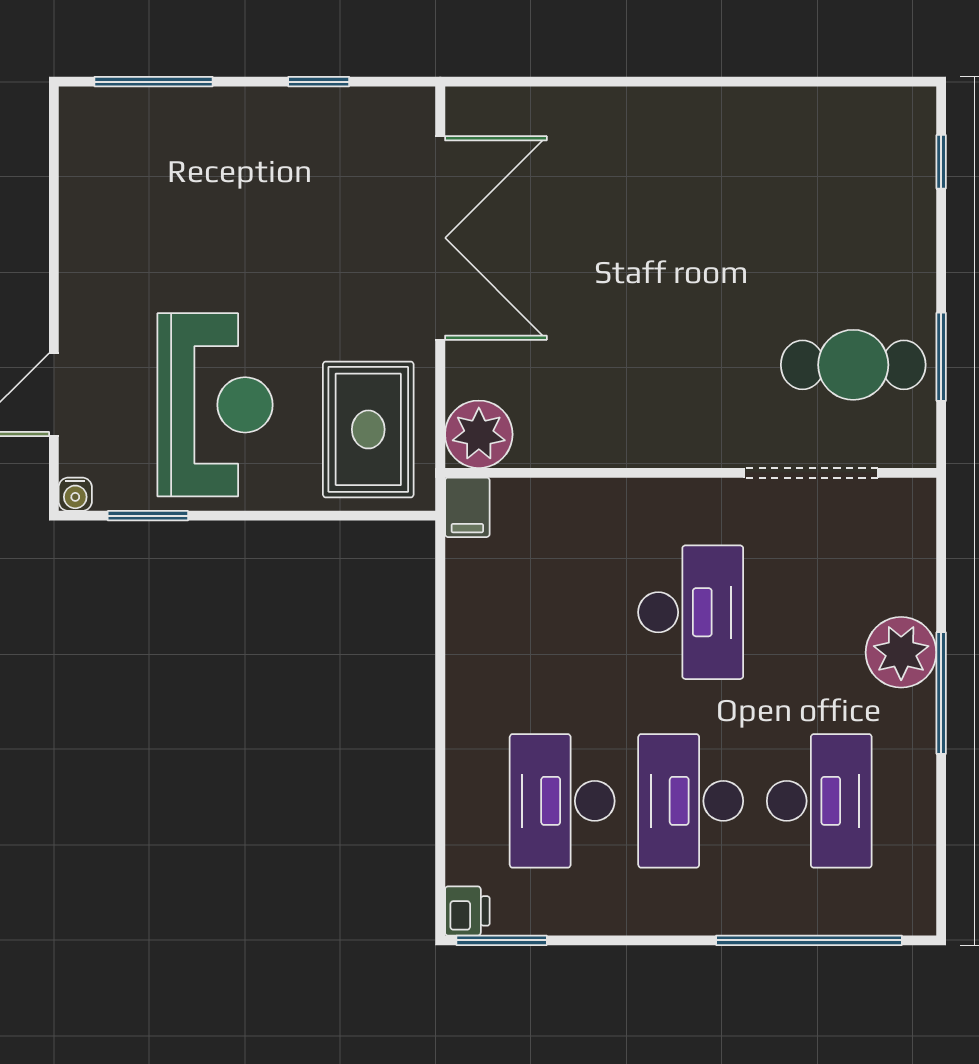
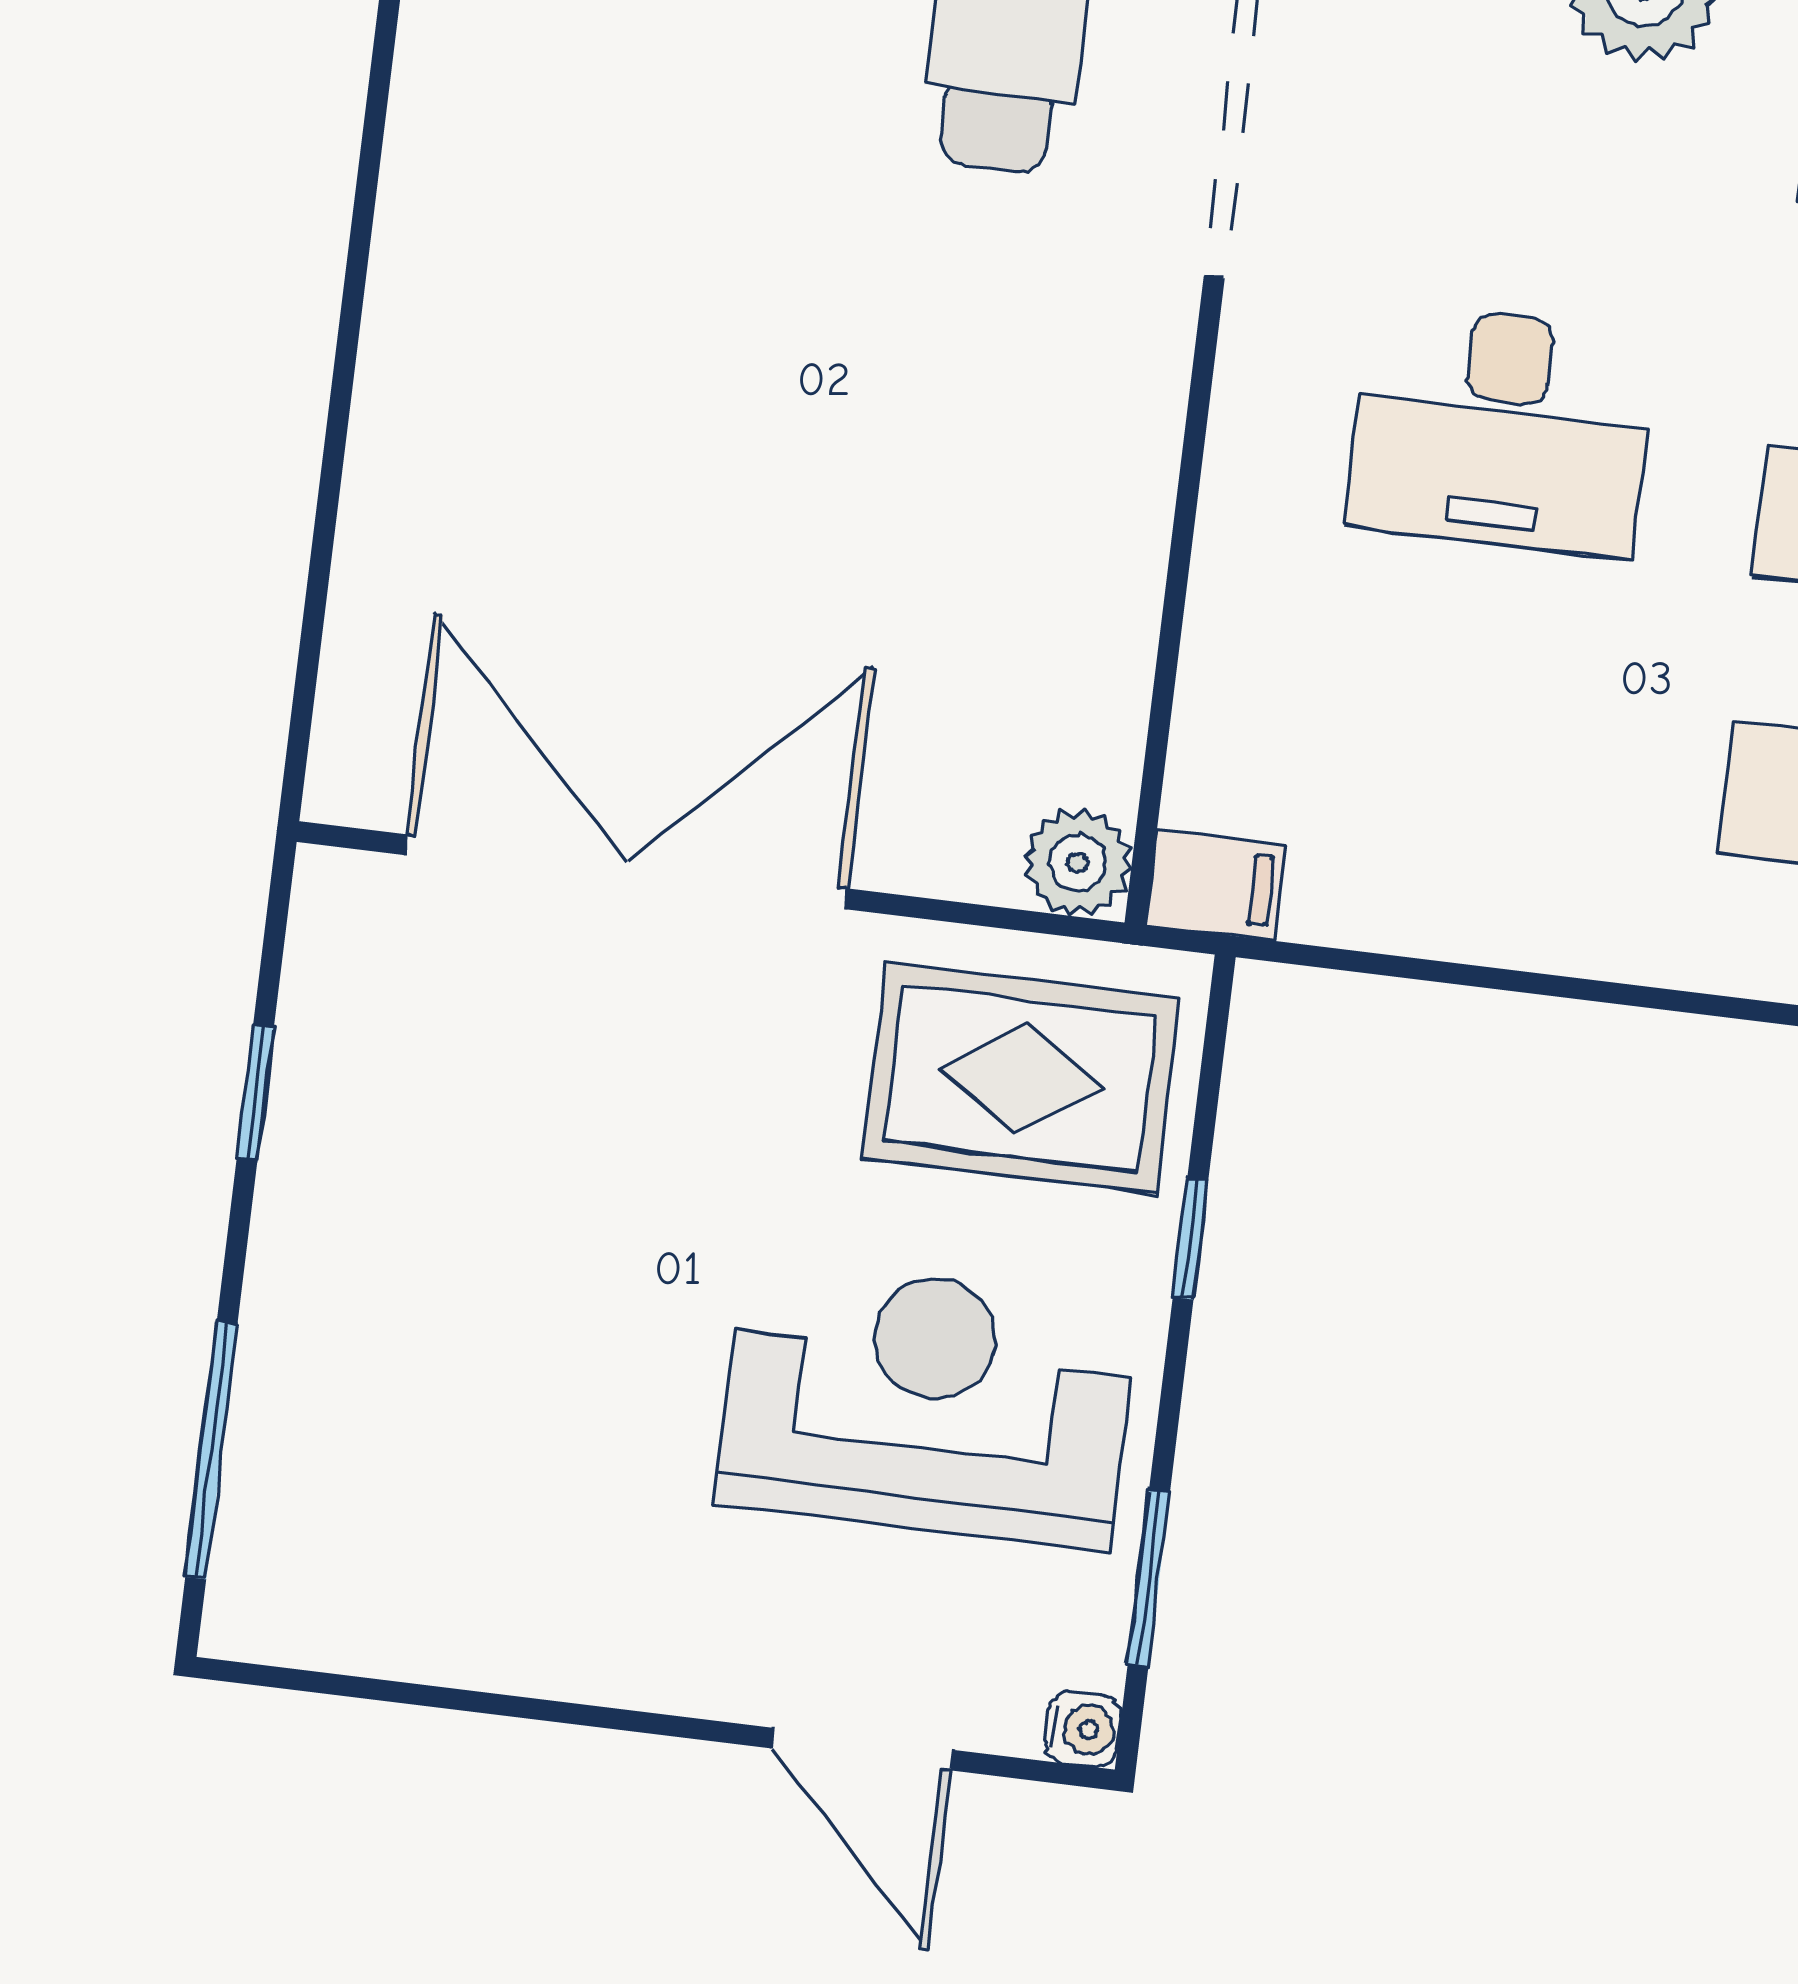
plant: (479, 434) -> (1078, 862), width x0.73, depth x0.73
window: (305, 516) -> (1190, 1239), added
desk: (691, 612) -> (1502, 429), turned 180

